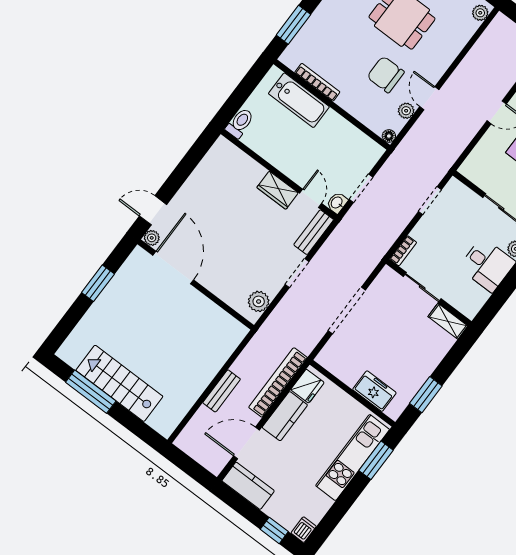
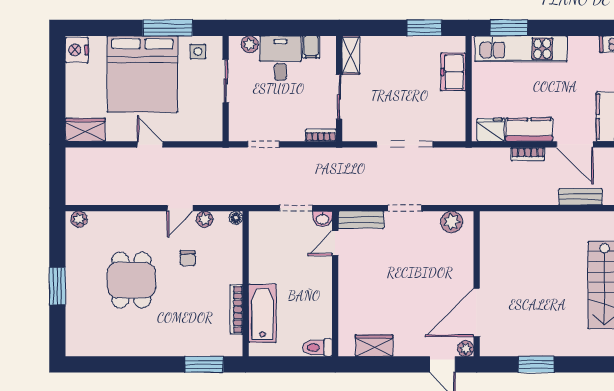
chair: (386, 74) -> (188, 258), width x0.54, depth x0.54
wardrobe: (278, 190) -> (374, 346), moved, turned -90
filing cabinet: (478, 295) -> (311, 47), added
bookcase: (278, 382) -> (528, 154), width x0.43, depth x0.76
bench: (222, 391) -> (580, 197), moved

